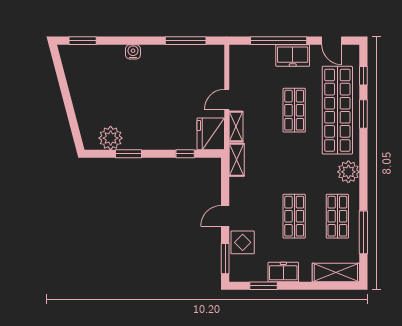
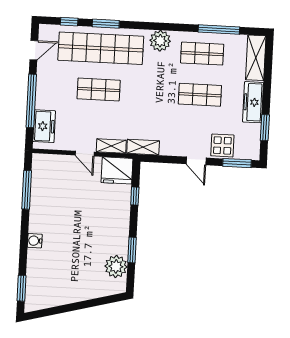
freezer: (293, 55) -> (44, 126), moved
freezer: (283, 272) -> (253, 102), width x1.40

